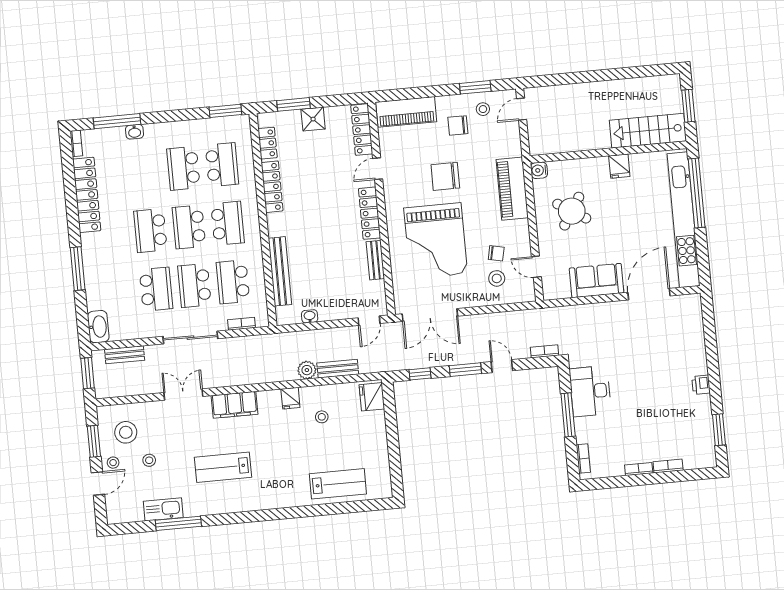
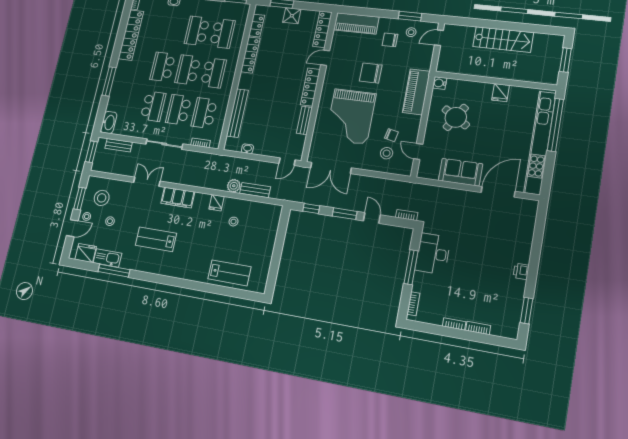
stairs: (648, 131) -> (503, 39), moved, turned 180
fridge: (372, 397) -> (86, 253), moved, turned 90

